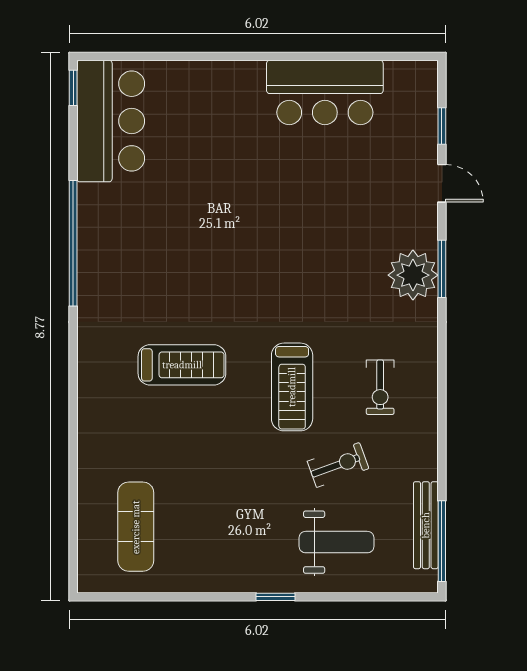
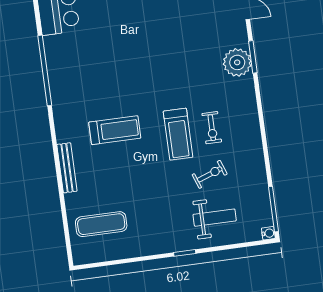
exercise bike: (380, 387) -> (212, 128), moved
bench: (426, 525) -> (67, 168), moved
exercise mat: (136, 527) -> (101, 224), turned 90
water cooler: (427, 582) -> (268, 233), added

